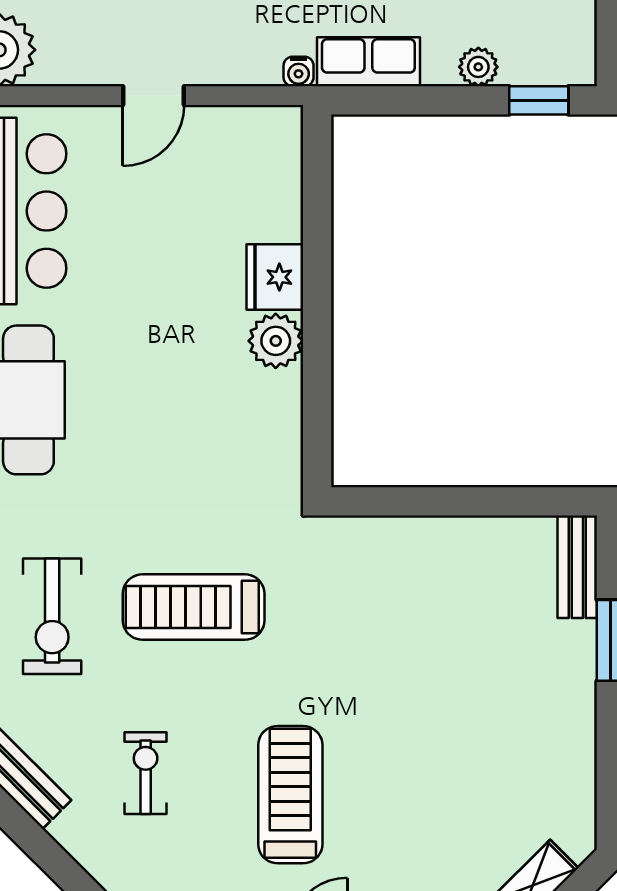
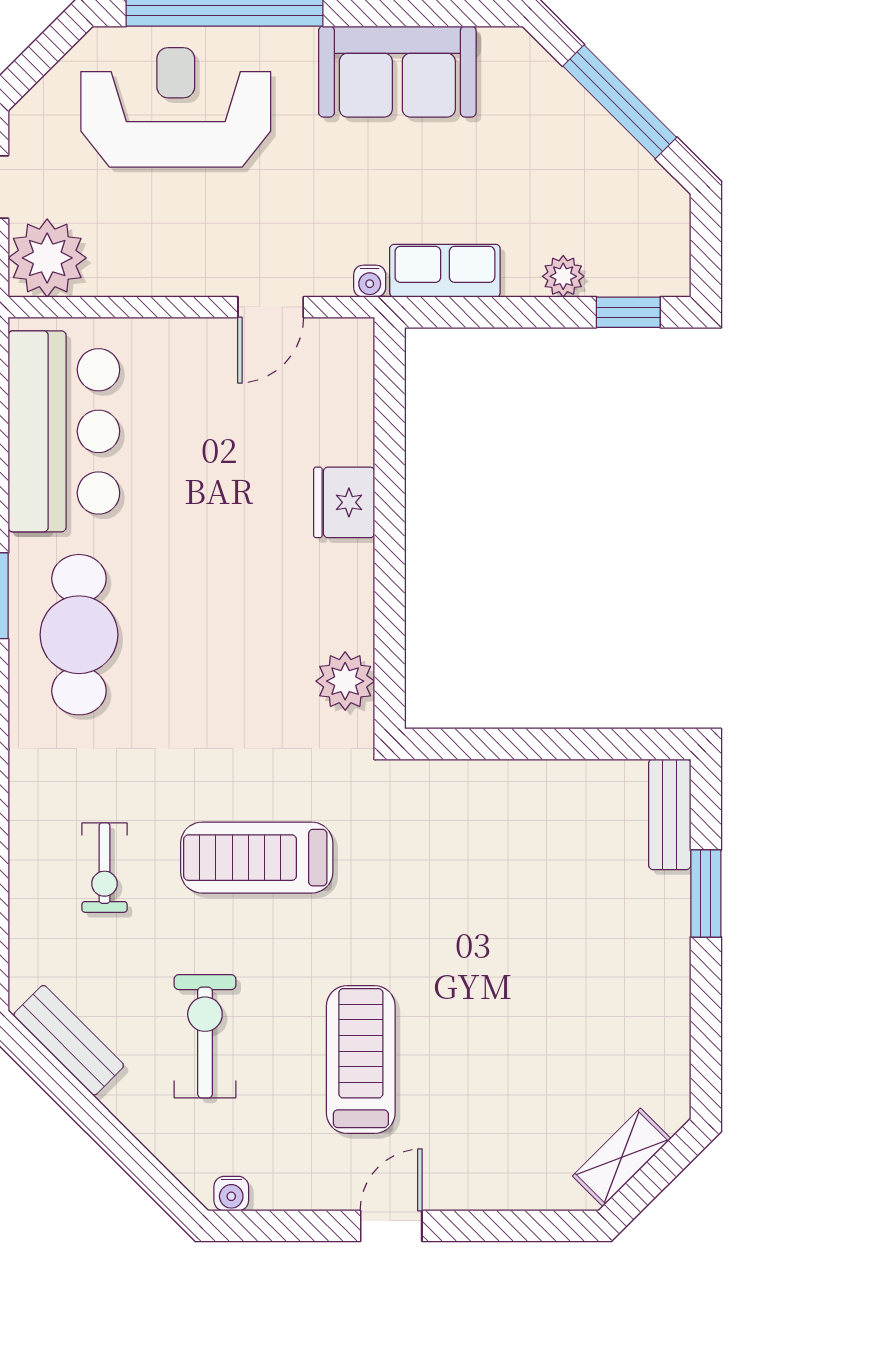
door: (153, 96) -> (271, 307), moved
plant: (276, 341) -> (345, 681), moved
exercise bike: (52, 616) -> (104, 868), width x0.73, depth x0.72
exercise bike: (146, 773) -> (205, 1036), width x1.38, depth x1.39

